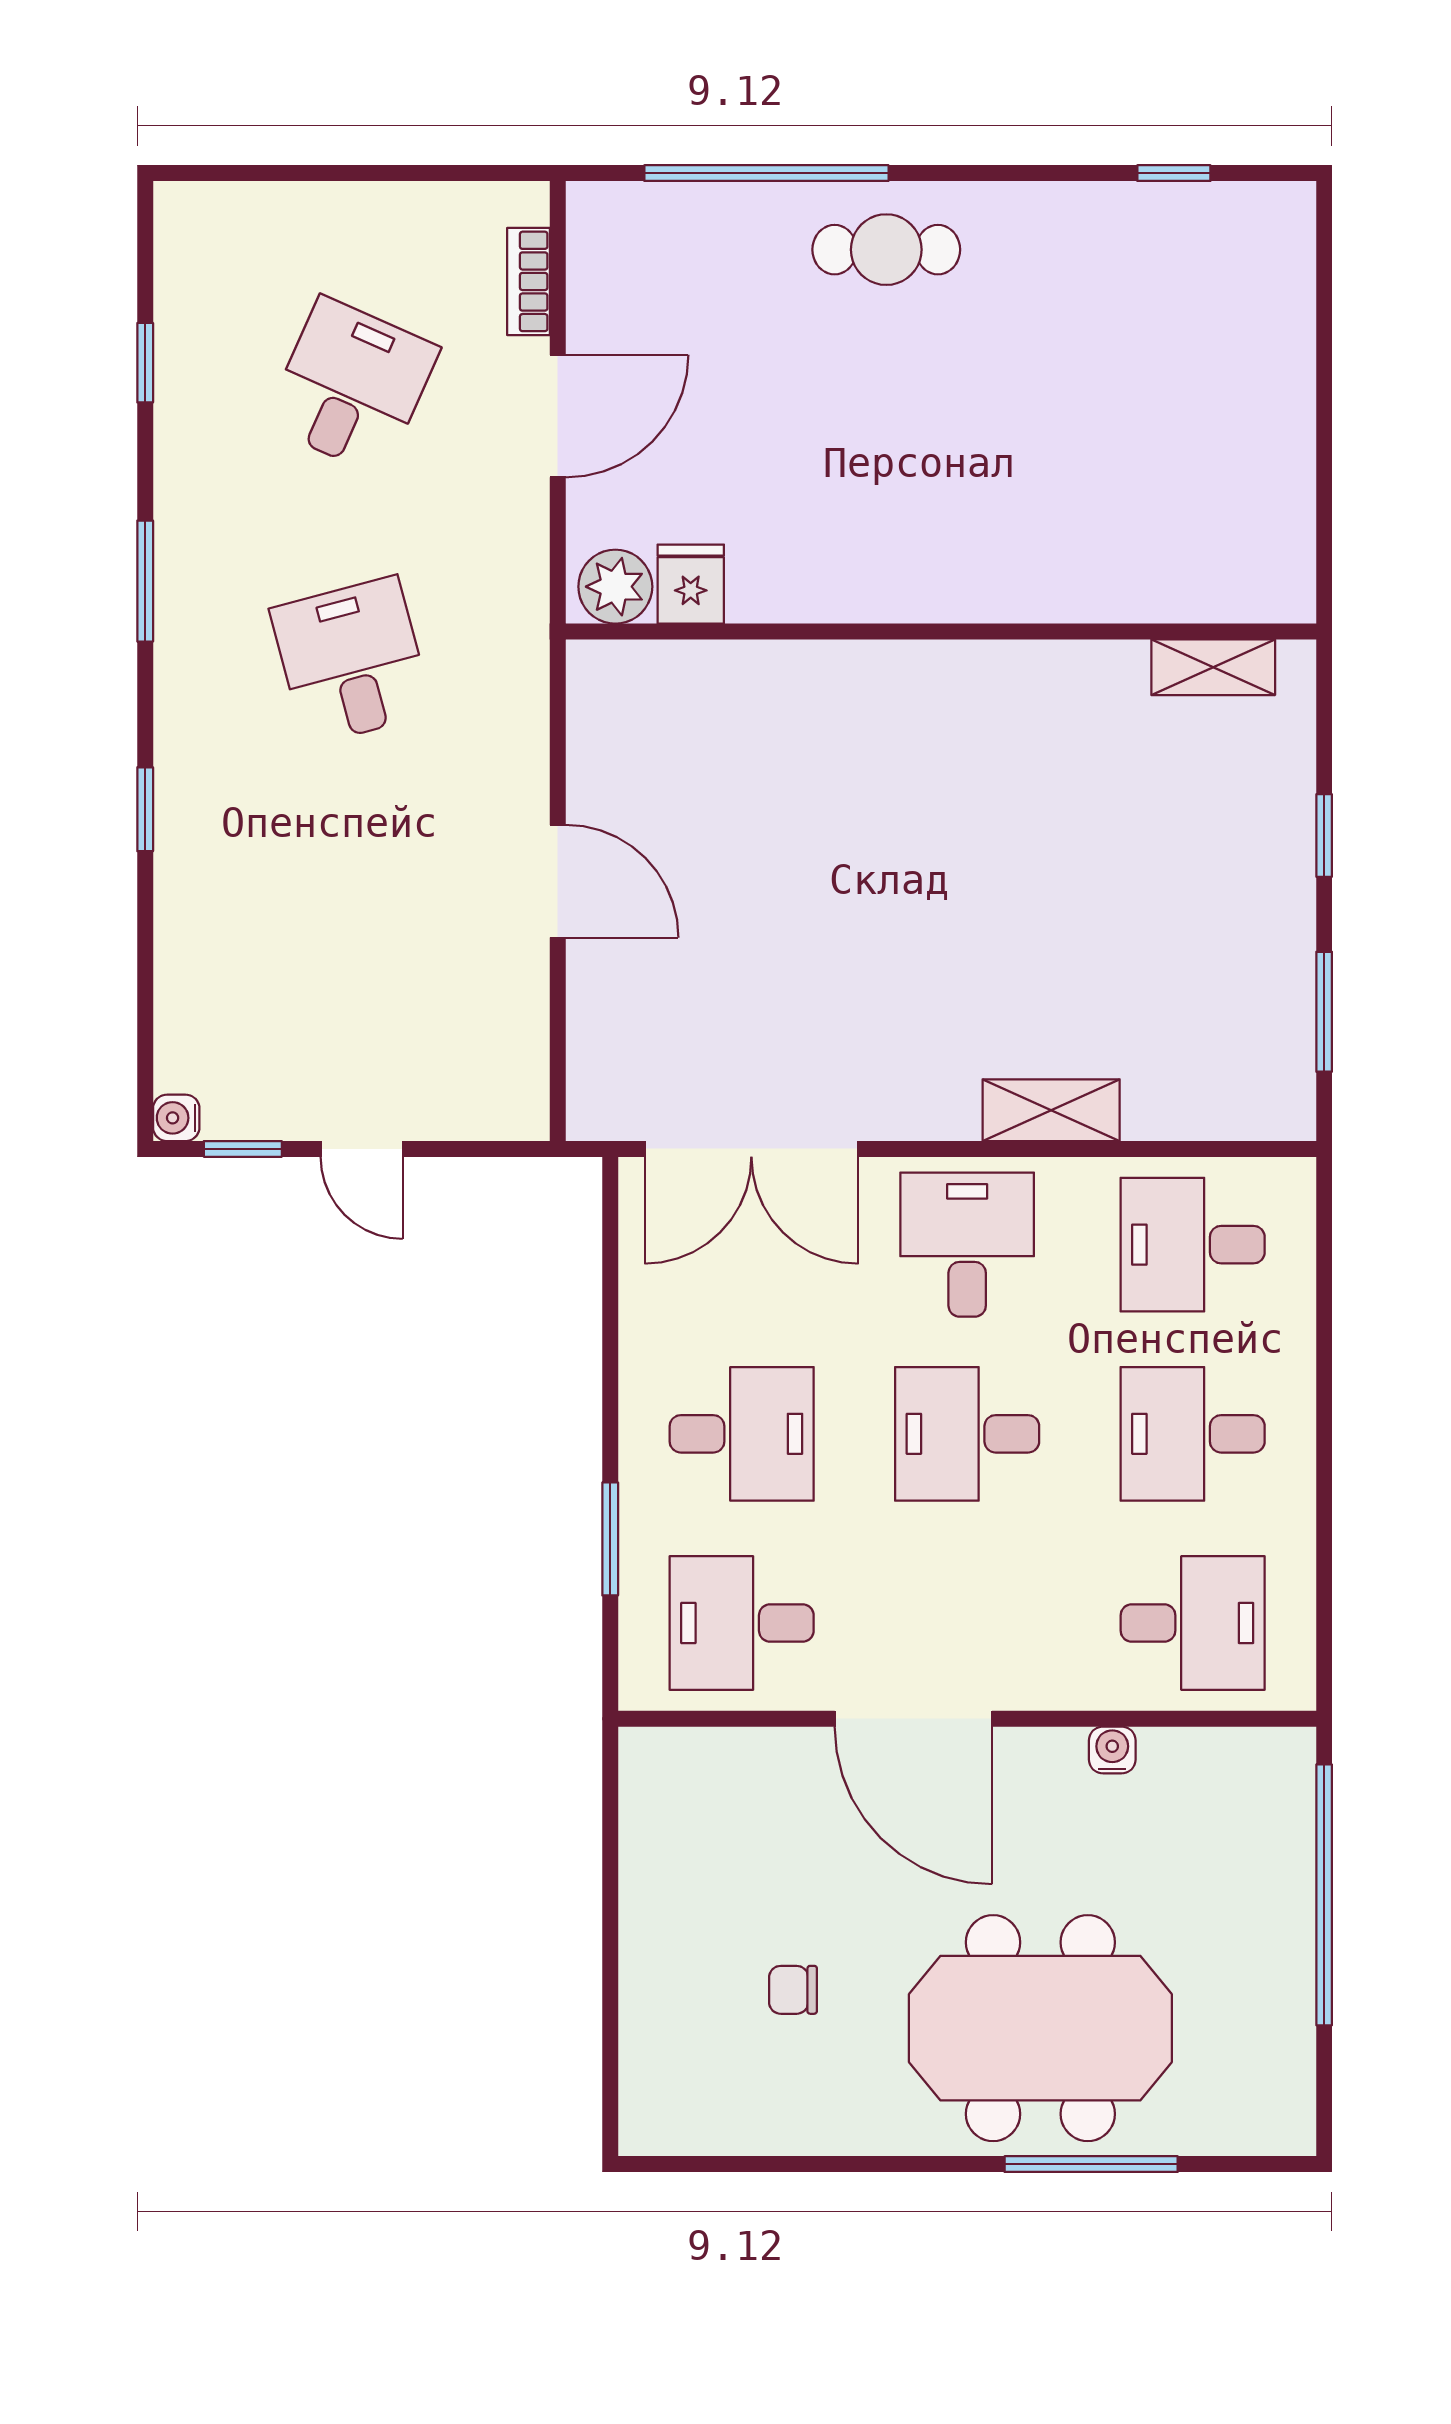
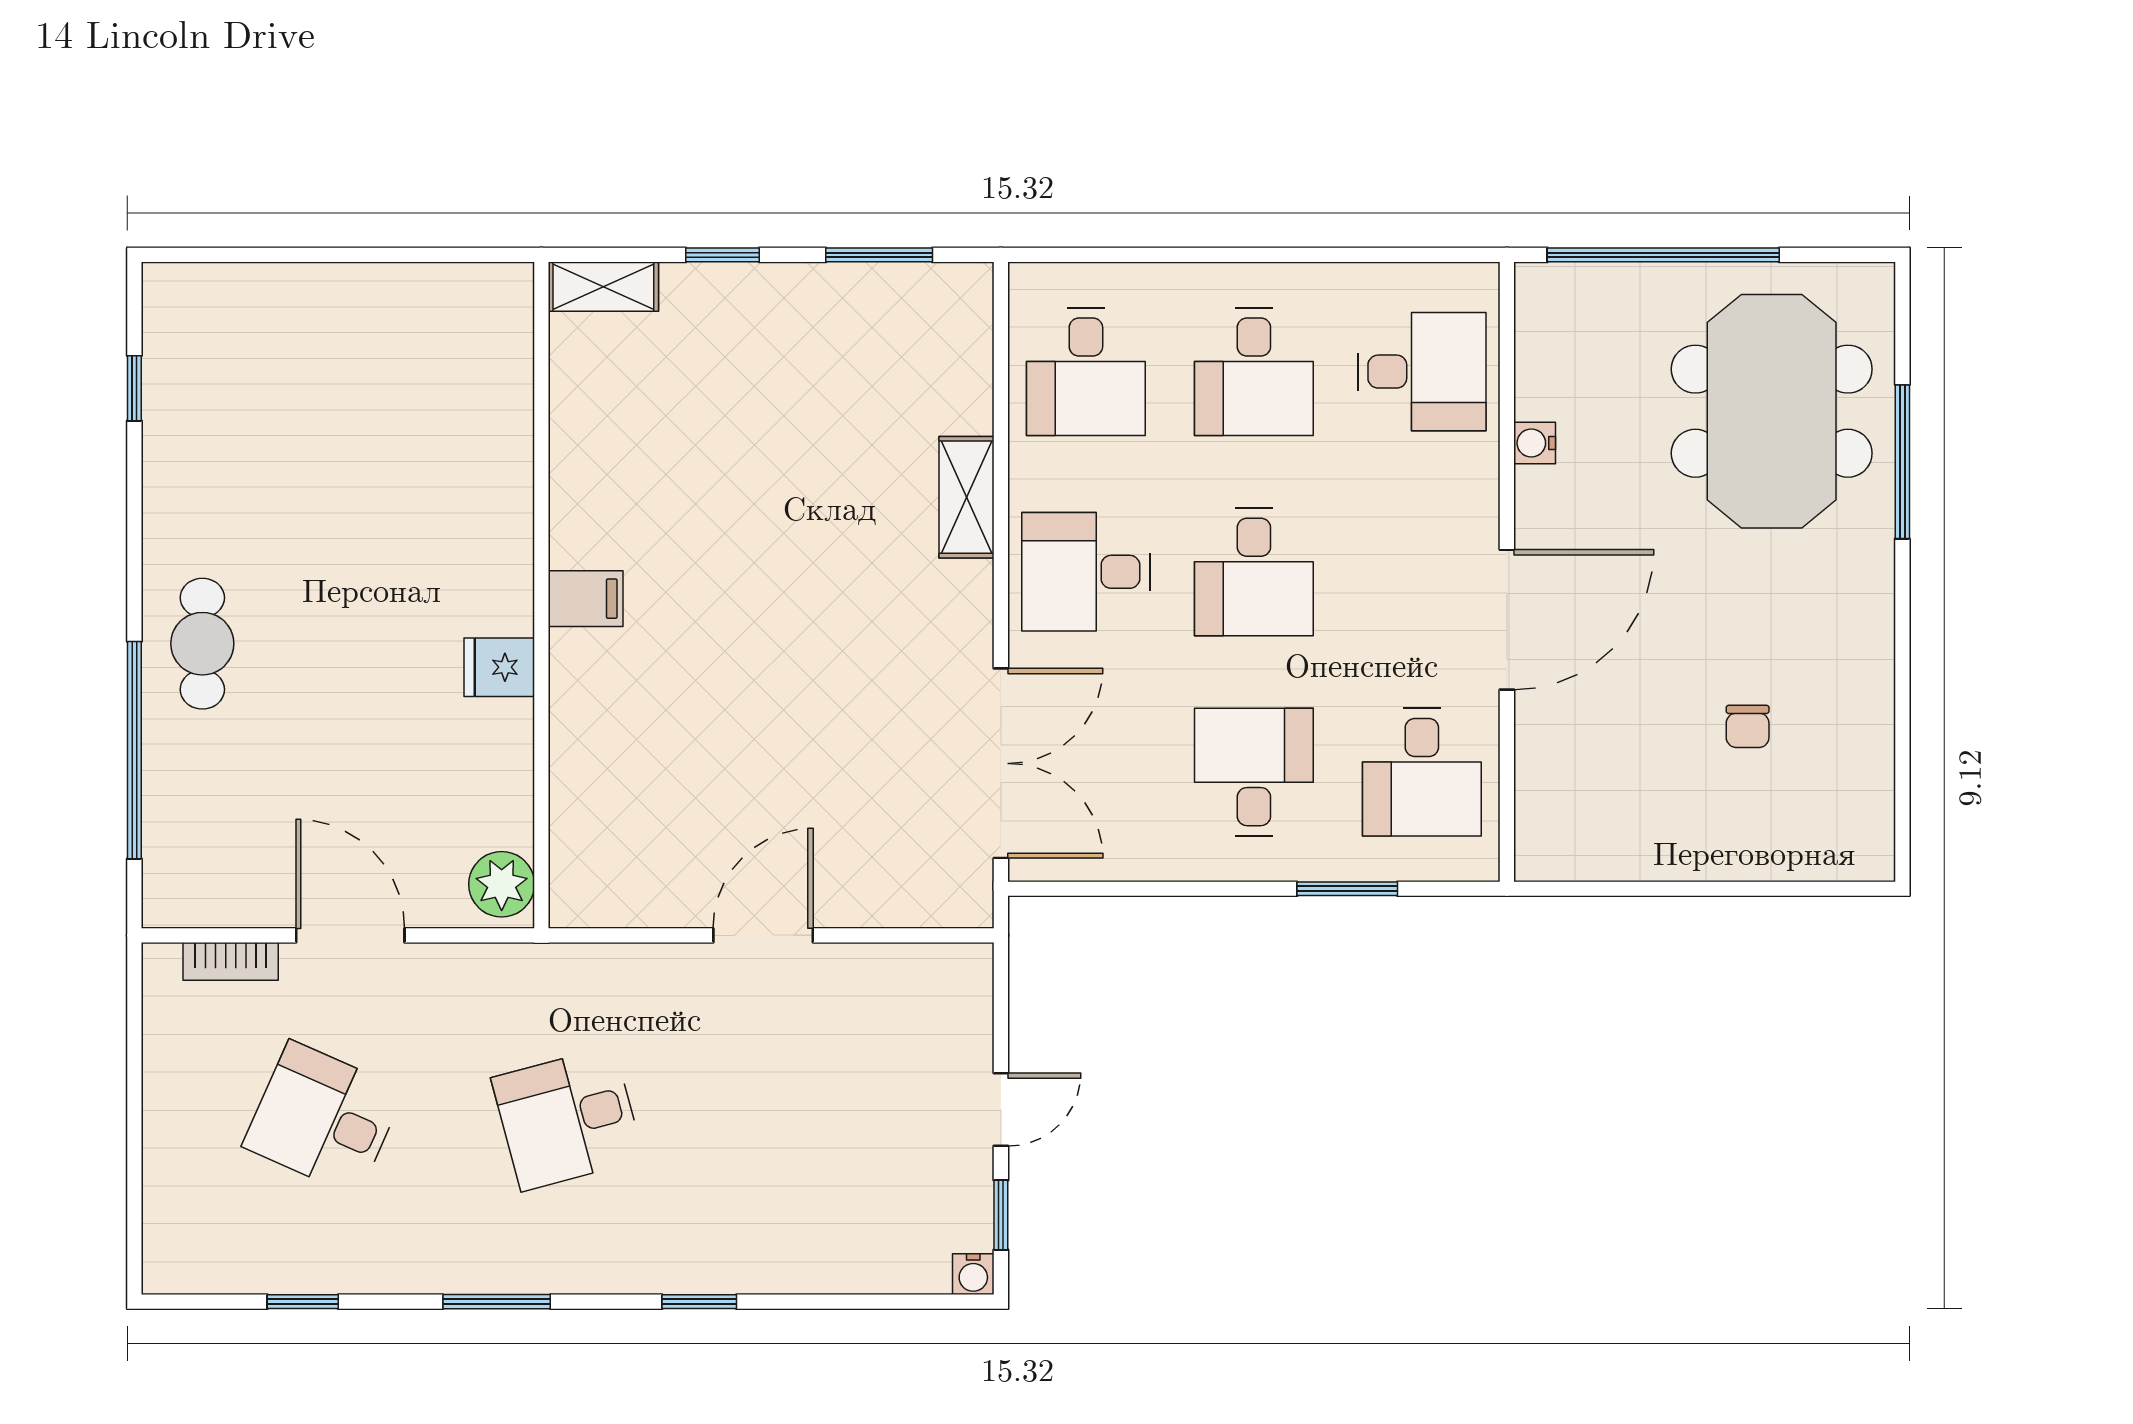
fridge: (691, 584) -> (499, 667), moved
shelving: (1213, 667) -> (603, 287), moved, turned 90
filing cabinet: (937, 681) -> (586, 599), added
desk: (1193, 1623) -> (1422, 372), turned 90
meeting table: (1040, 2028) -> (1772, 411), moved

